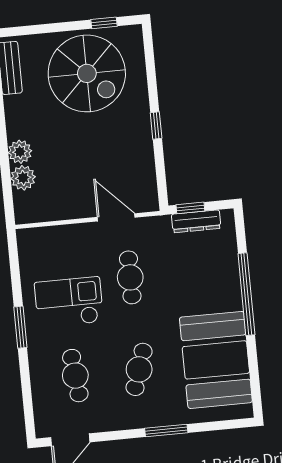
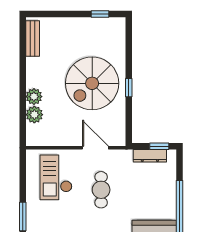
spiral stairs: (87, 73) -> (92, 83), moved, turned 90
window: (190, 208) -> (159, 146), moved
checkout: (69, 302) -> (56, 177), moved, turned -90

